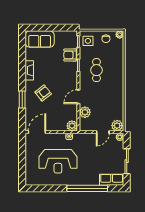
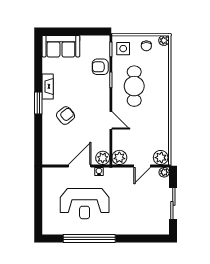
cafe table: (97, 70) -> (134, 86), width x1.37, depth x1.35
door: (78, 97) -> (111, 120), swing flipped
window: (22, 99) -> (38, 103), moved
plant: (85, 112) -> (119, 157), moved
door: (37, 132) -> (80, 166), moved
row of seats: (112, 180) -> (154, 227), removed
window: (87, 188) -> (89, 238), moved

